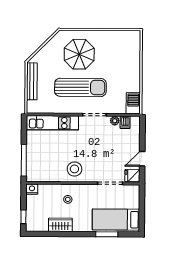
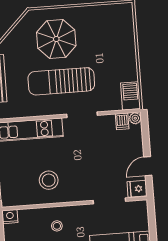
sun lounger: (80, 87) -> (61, 81), turned 180
plant: (115, 121) -> (135, 118), moved
stool: (74, 169) -> (49, 180), moved

